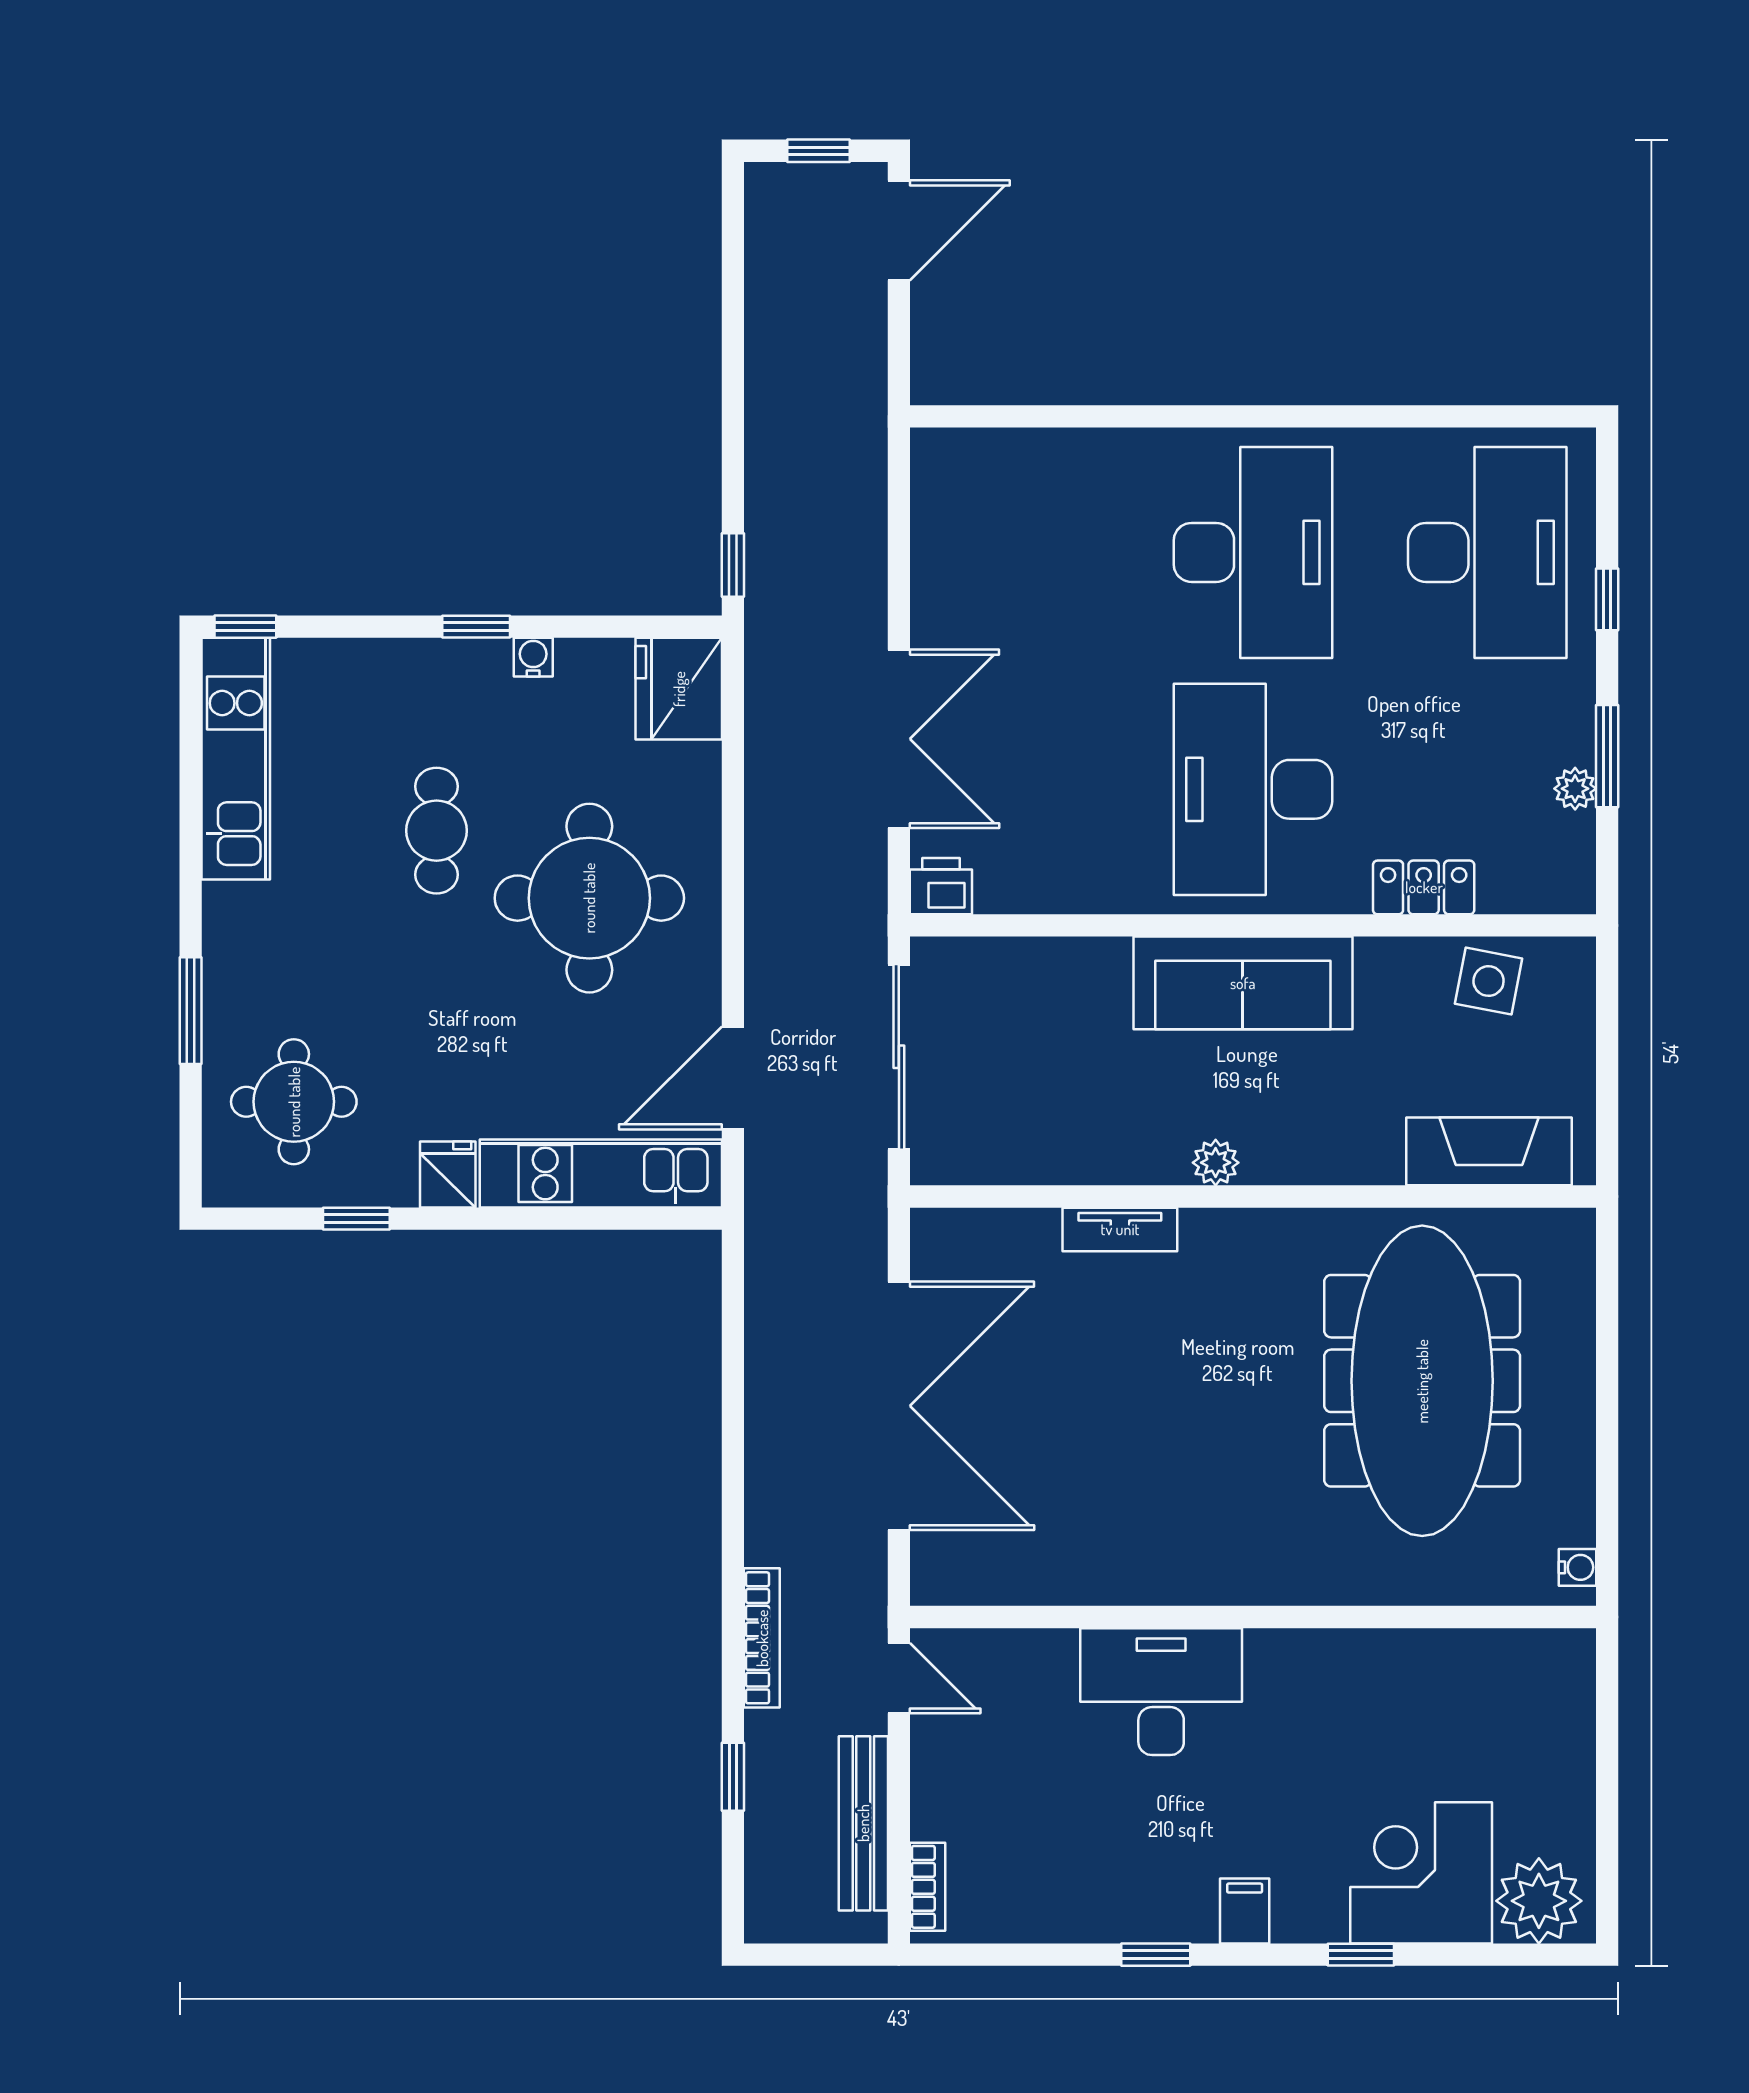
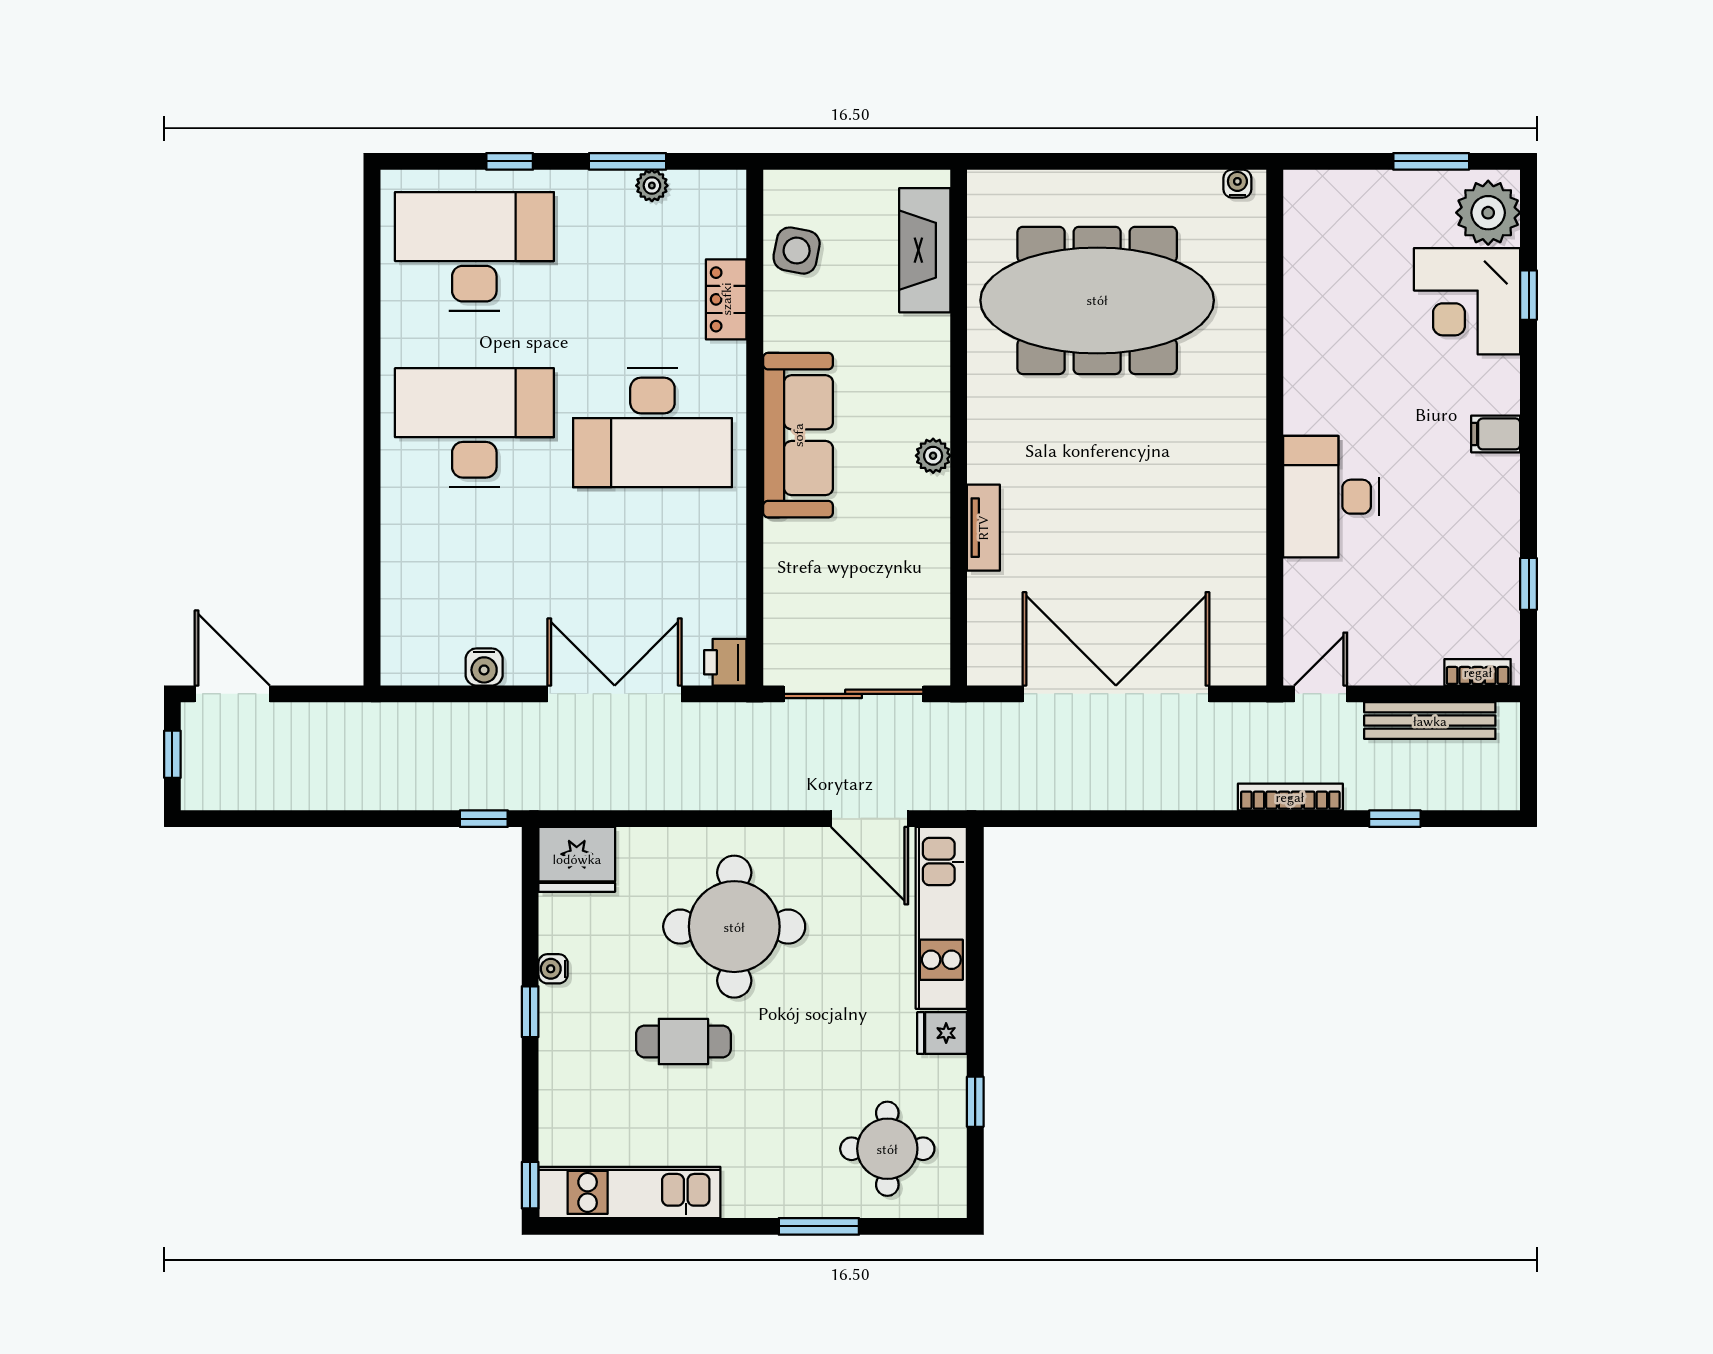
water cooler: (935, 565) -> (484, 667), added
window: (1607, 1825) -> (1431, 161), added
window: (1156, 1955) -> (1529, 584), moved
window: (1361, 1955) -> (1529, 295), moved

